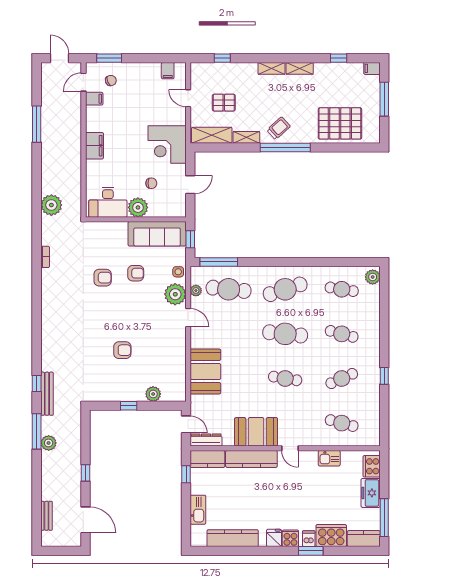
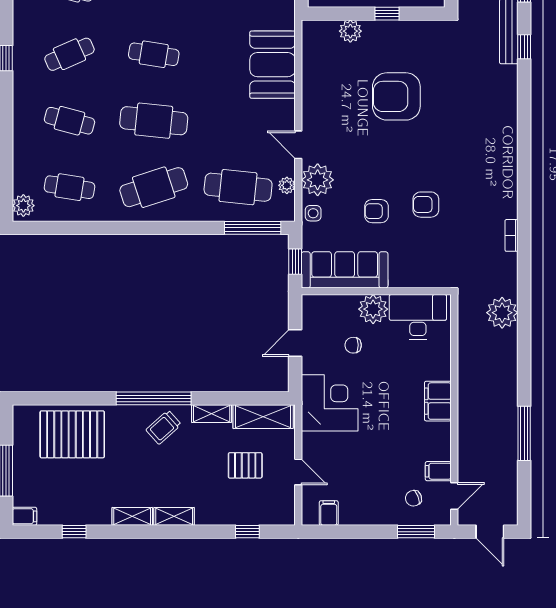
armchair: (122, 350) -> (396, 96), width x1.88, depth x1.88

